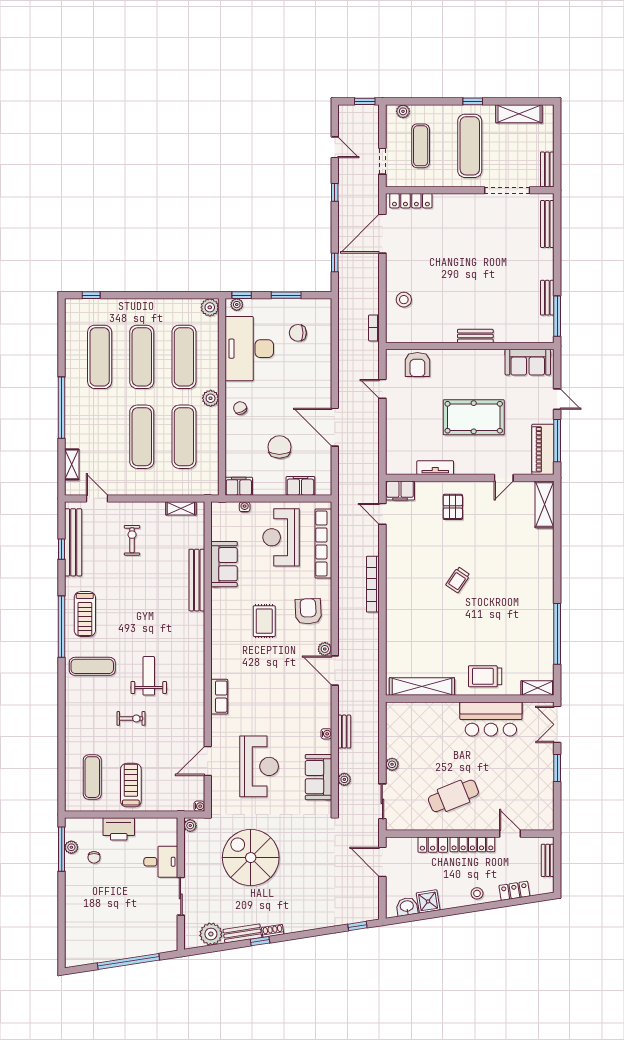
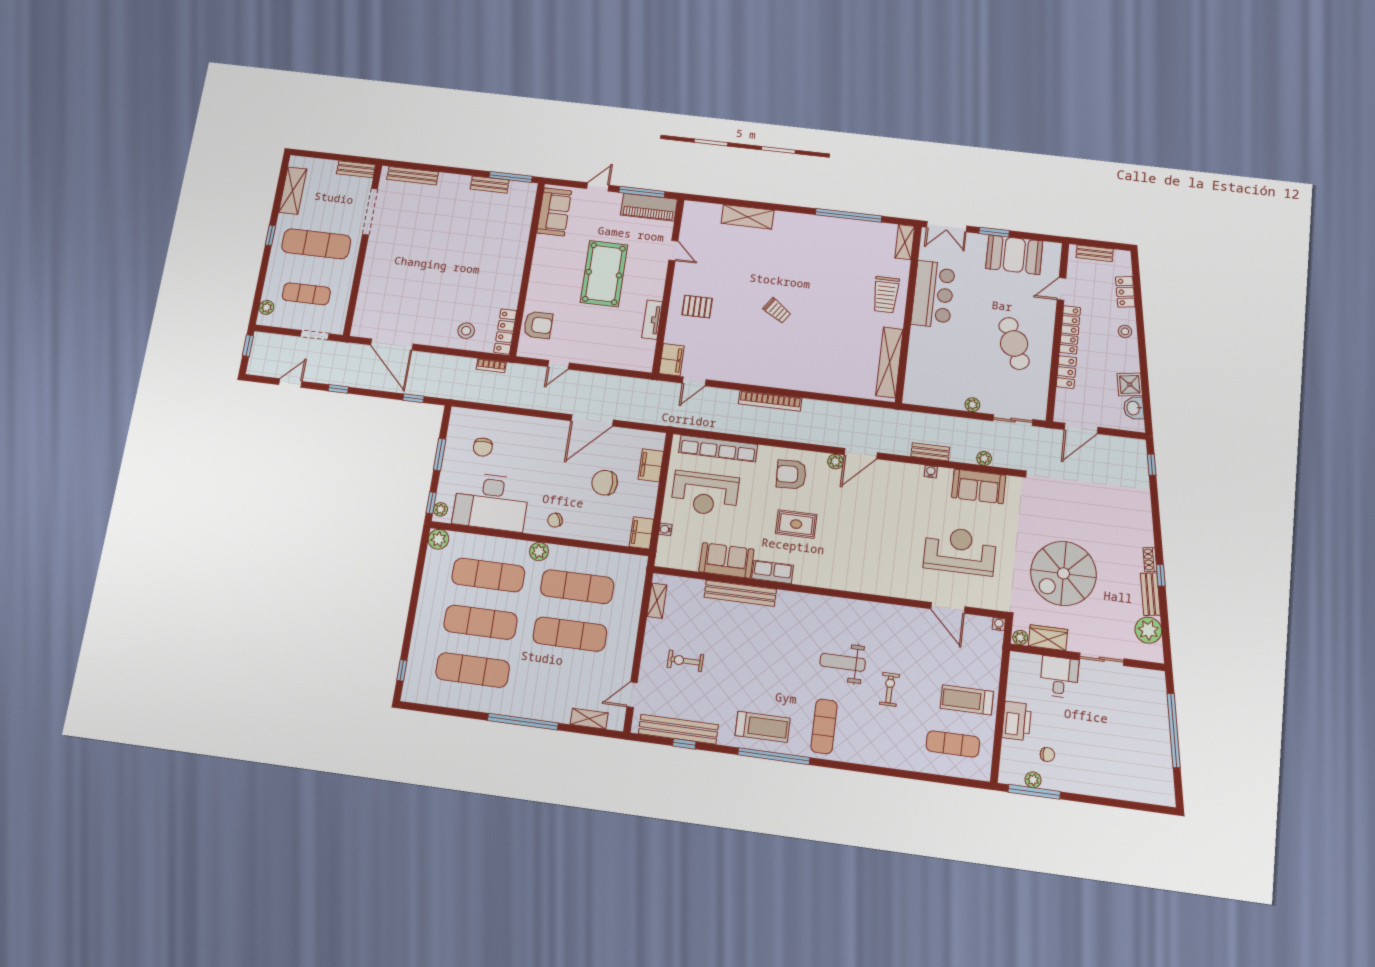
locker: (411, 201) -> (505, 332), moved, turned 180
bench: (475, 336) -> (518, 262), removed
shelving: (545, 504) -> (748, 217), moved
row of seats: (219, 697) -> (772, 572), moved
booth: (538, 788) -> (1014, 255), added
wardrobe: (193, 849) -> (1048, 638), added

